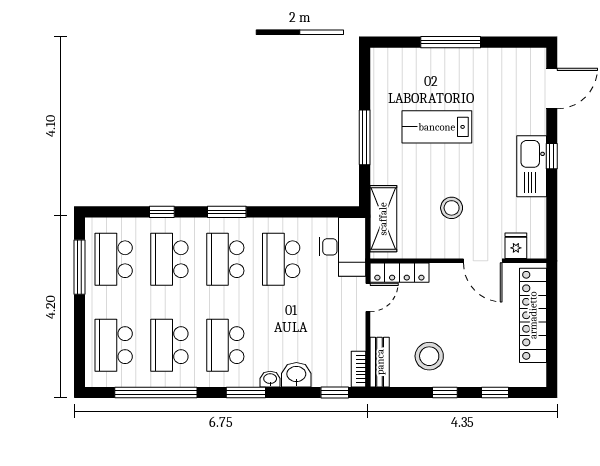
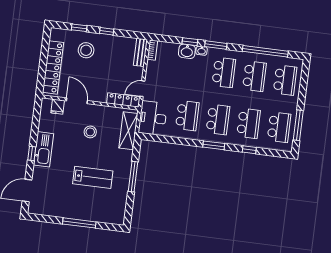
stool: (429, 356) -> (86, 50), moved
window: (335, 393) -> (190, 42), moved

